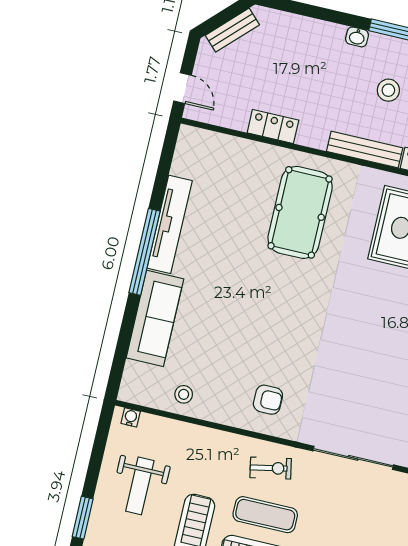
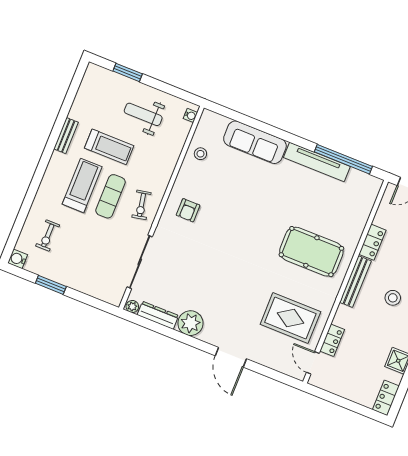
stool: (388, 90) -> (393, 298), moved
bench: (365, 150) -> (355, 282), moved
window: (144, 252) -> (343, 159), moved

